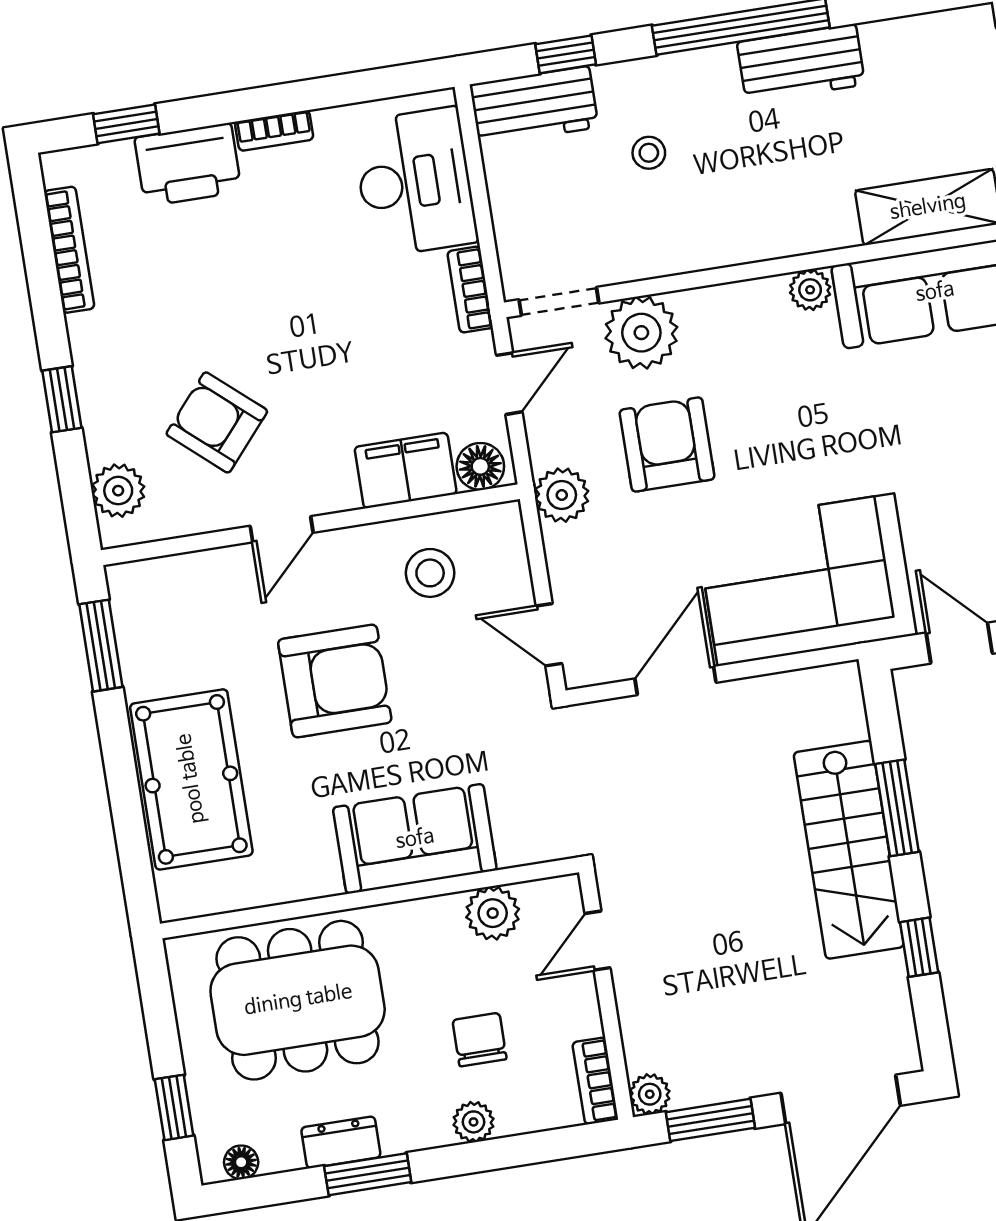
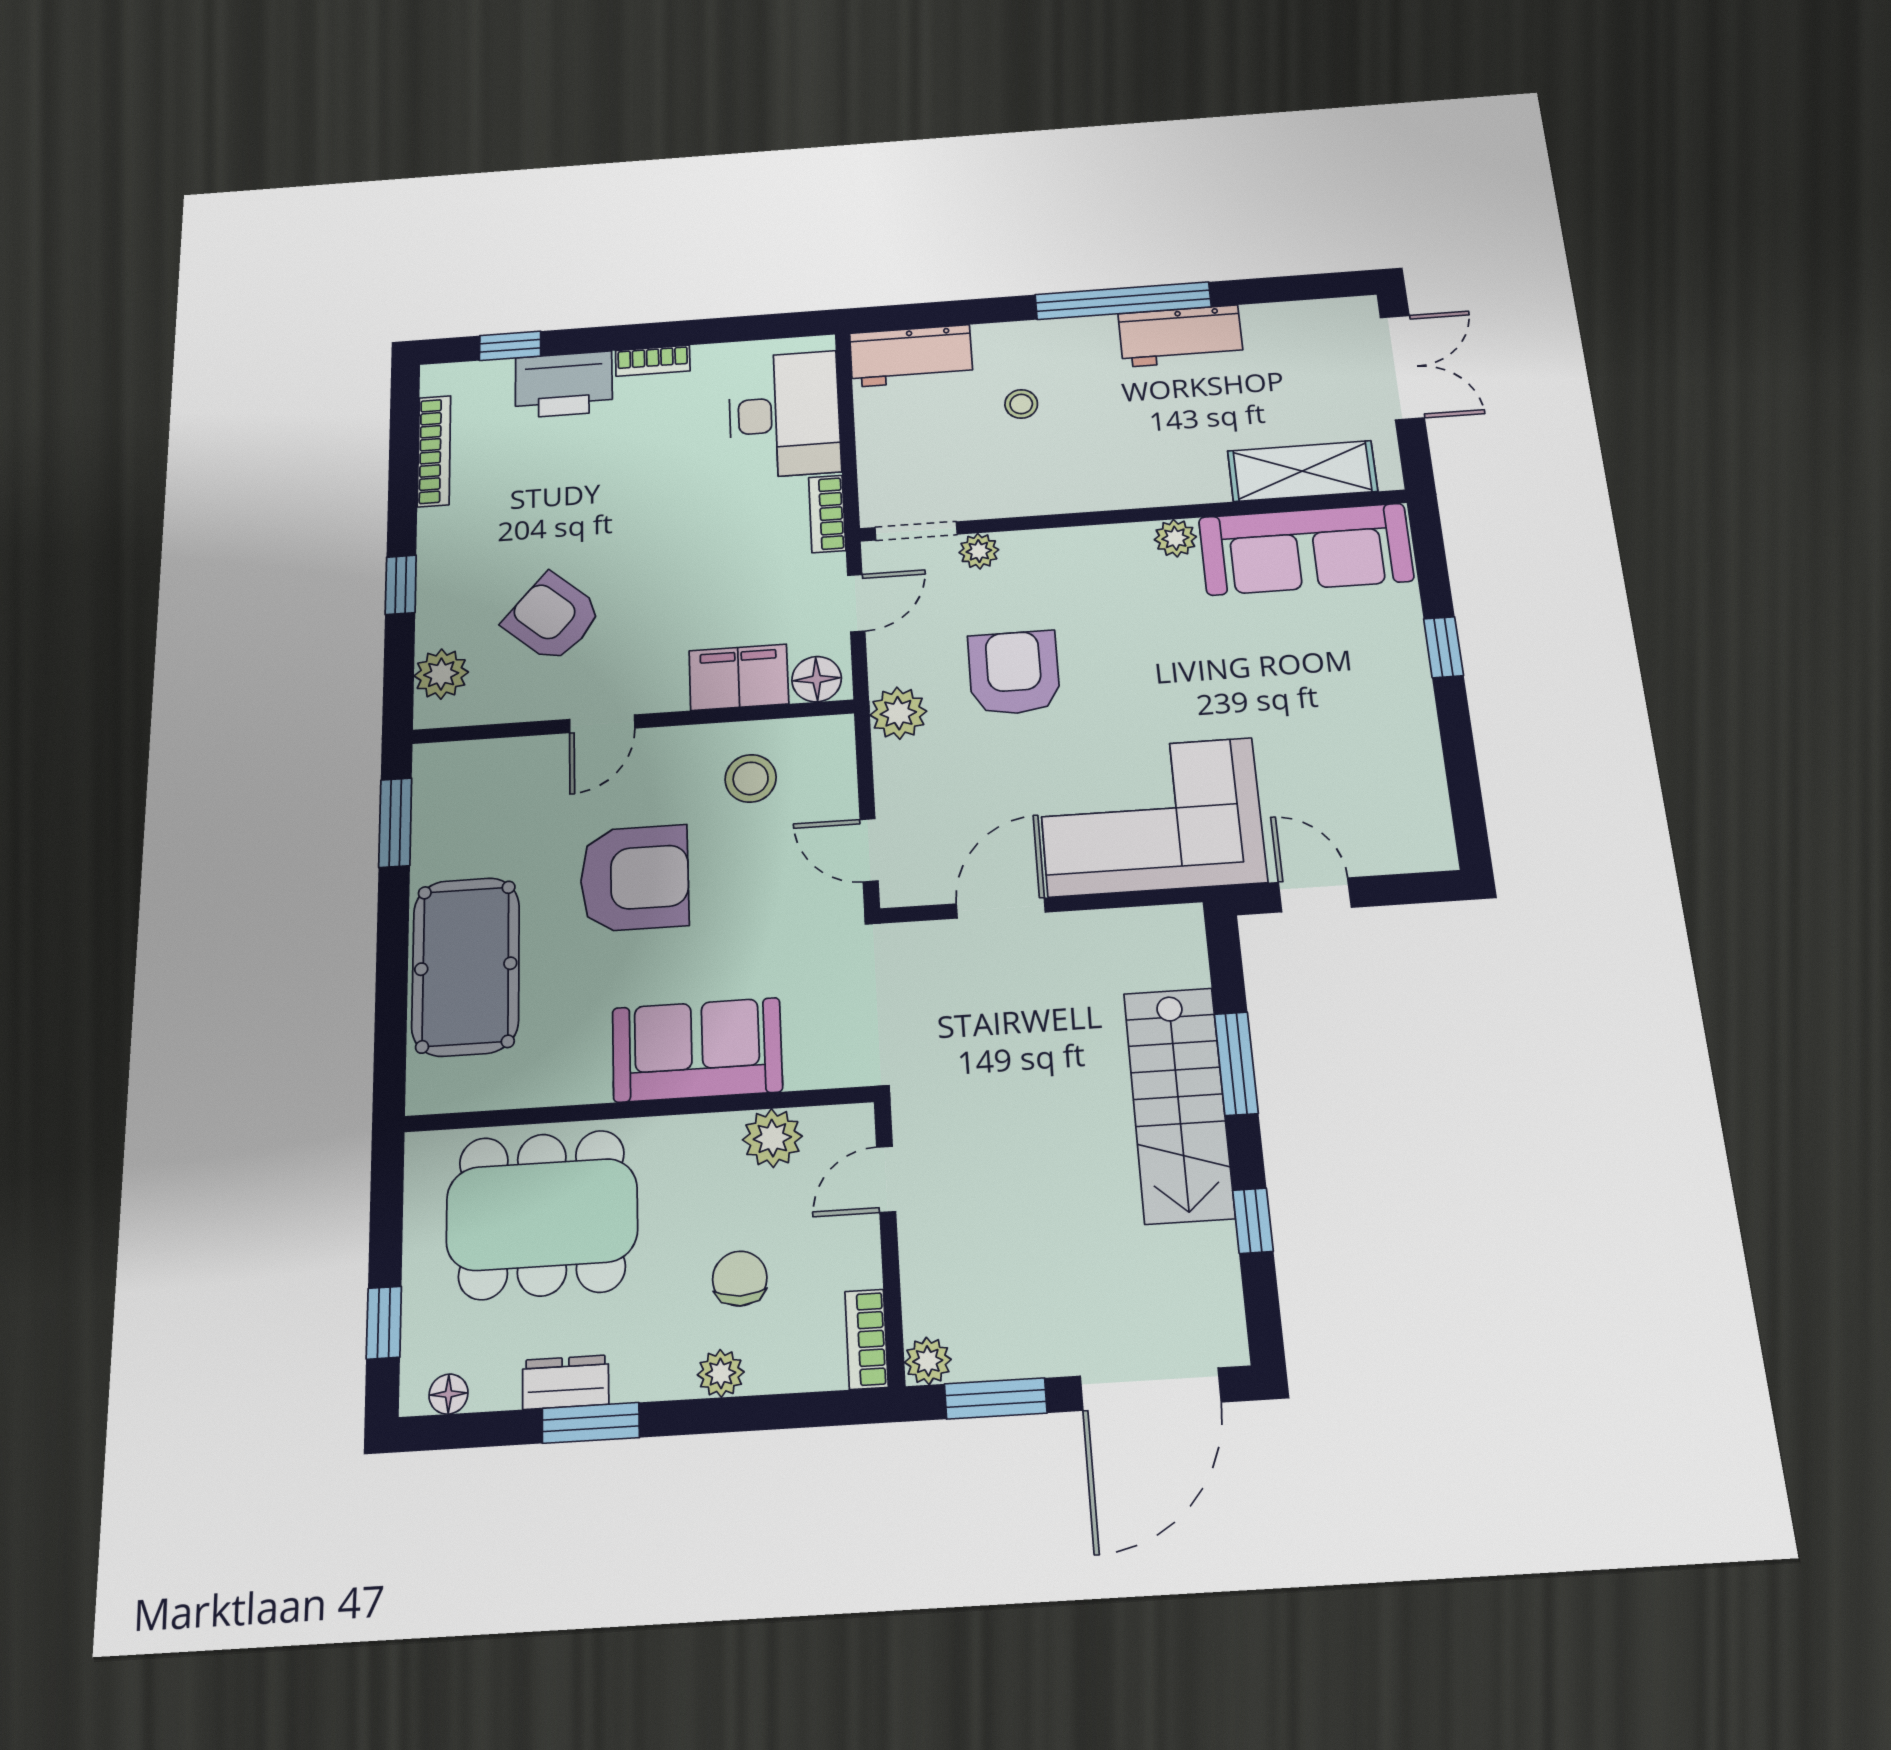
window: (566, 54) -> (947, 314), removed
plant: (641, 333) -> (979, 551), width x0.53, depth x0.53

